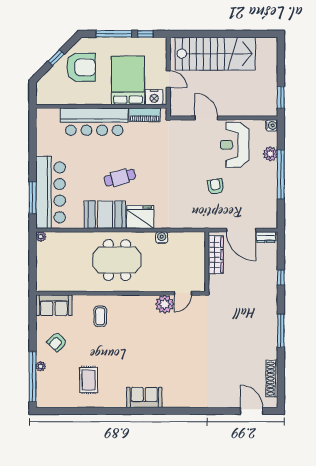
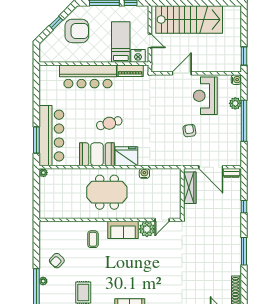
bed: (128, 80) -> (121, 42), width x0.67
door: (206, 118) -> (182, 73), hinge flipped
sofa: (54, 305) -> (123, 230), moved

